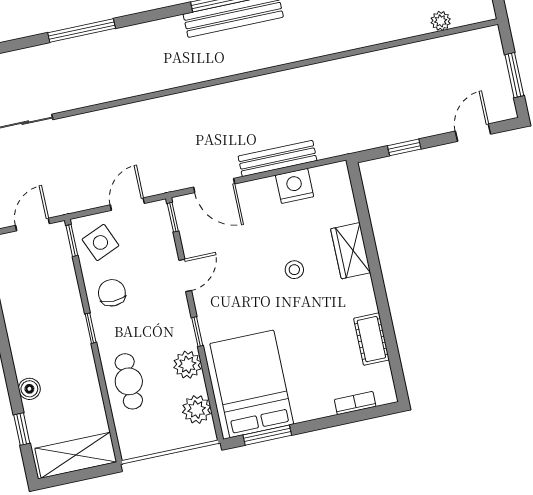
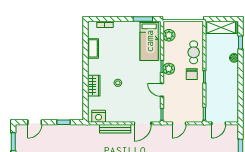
door: (214, 186) -> (143, 123), swing flipped
nightstand: (295, 186) -> (99, 116), moved
side table: (100, 242) -> (193, 110), removed
door: (185, 275) -> (162, 90), hinge flipped
chair: (112, 293) -> (192, 74), moved
plant: (187, 365) -> (169, 69), moved
bed: (252, 384) -> (149, 41), width x0.67

